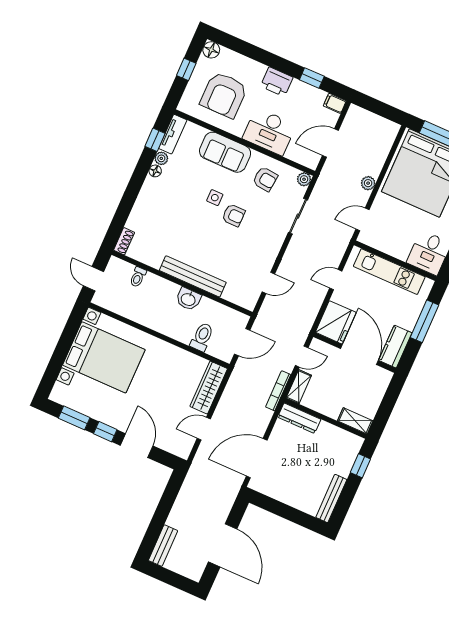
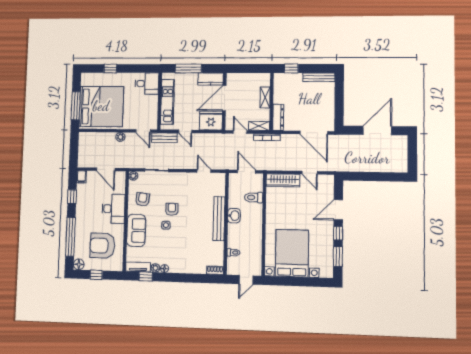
window: (255, 53) -> (70, 237), added
printer: (277, 82) -> (82, 217), removed
armchair: (224, 95) -> (102, 246), turned 180
shelving: (355, 421) -> (265, 97), moved
bench: (163, 546) -> (164, 138), moved

